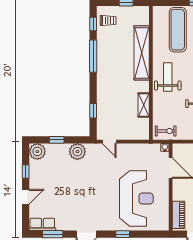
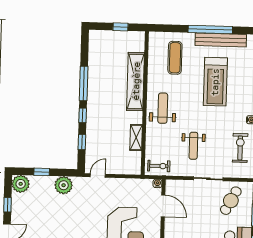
trolley: (108, 21) -> (101, 46), removed
window: (93, 24) -> (83, 115), moved
exercise mat: (178, 30) -> (175, 58), width x0.73, depth x0.69
door: (109, 142) -> (98, 175), swing flipped

